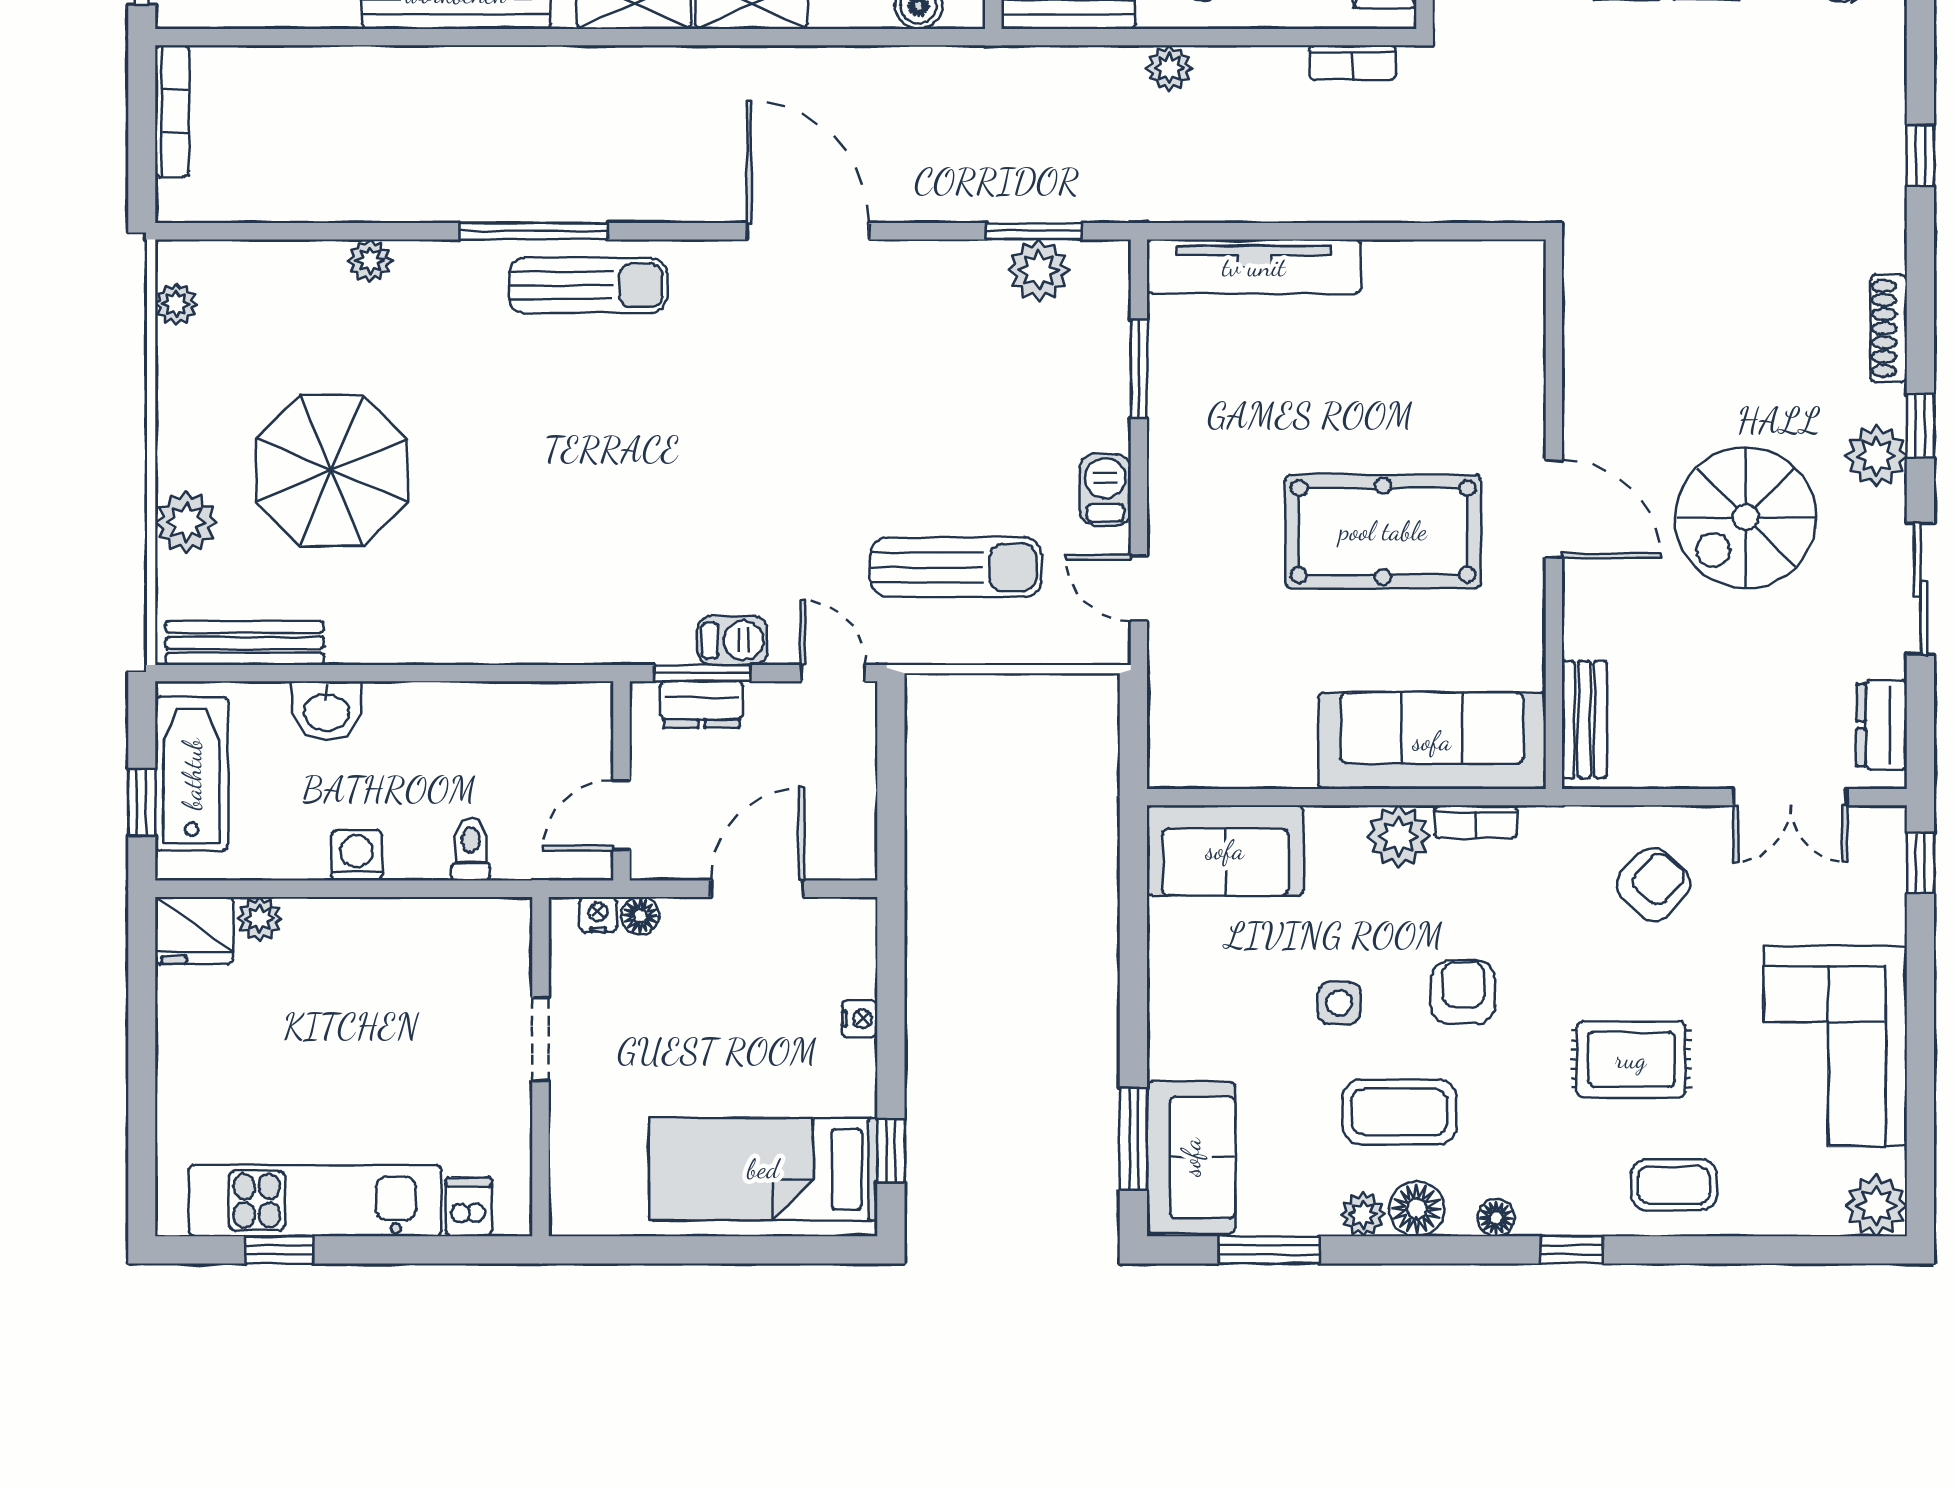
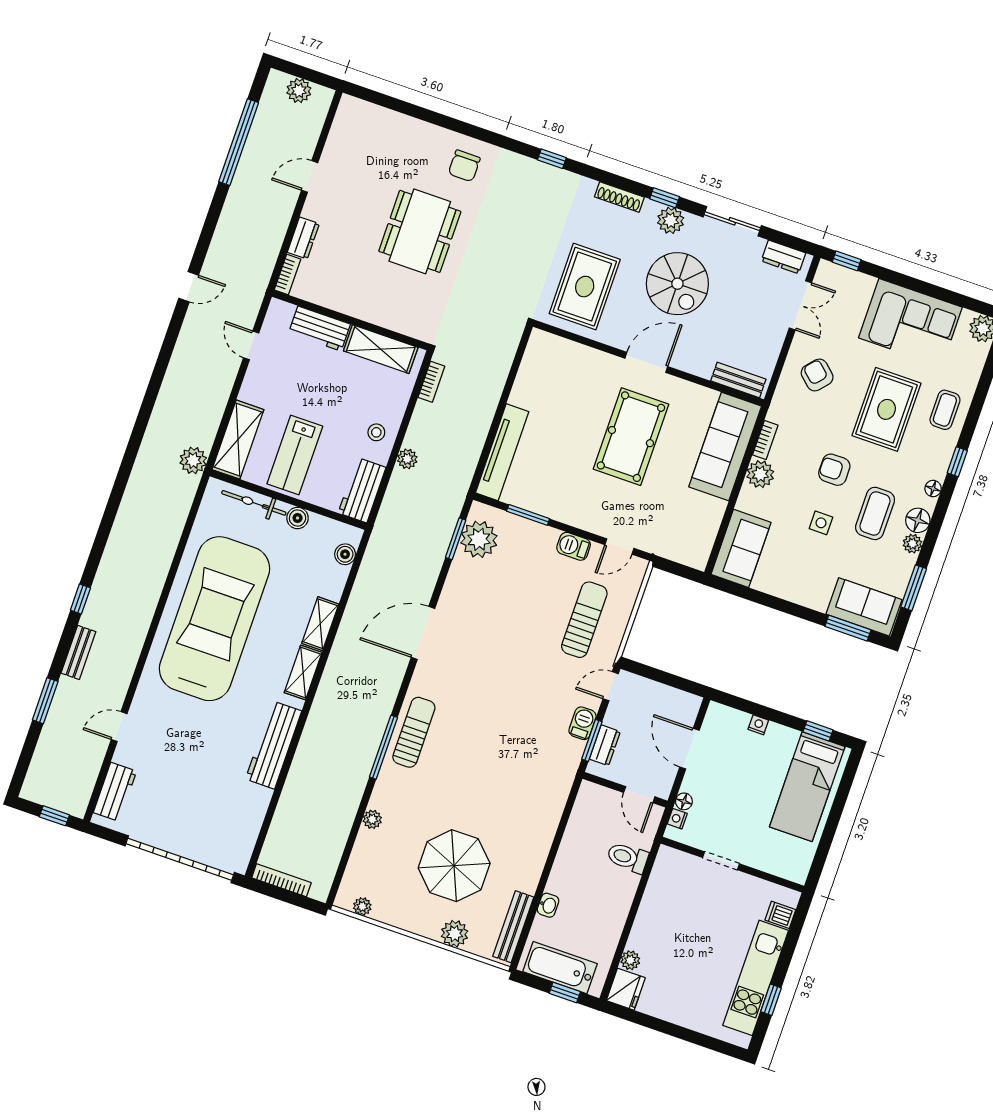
plant: (1039, 270) -> (479, 539), width x1.36, depth x1.36
rug: (1671, 321) -> (585, 287), added
washbasin: (326, 711) -> (548, 905), width x0.72, depth x0.69
toilet: (471, 849) -> (628, 858), width x1.37, depth x1.39
washing machine: (357, 855) -> (618, 911), removed
rug: (1631, 1059) -> (887, 409), width x1.36, depth x1.43

